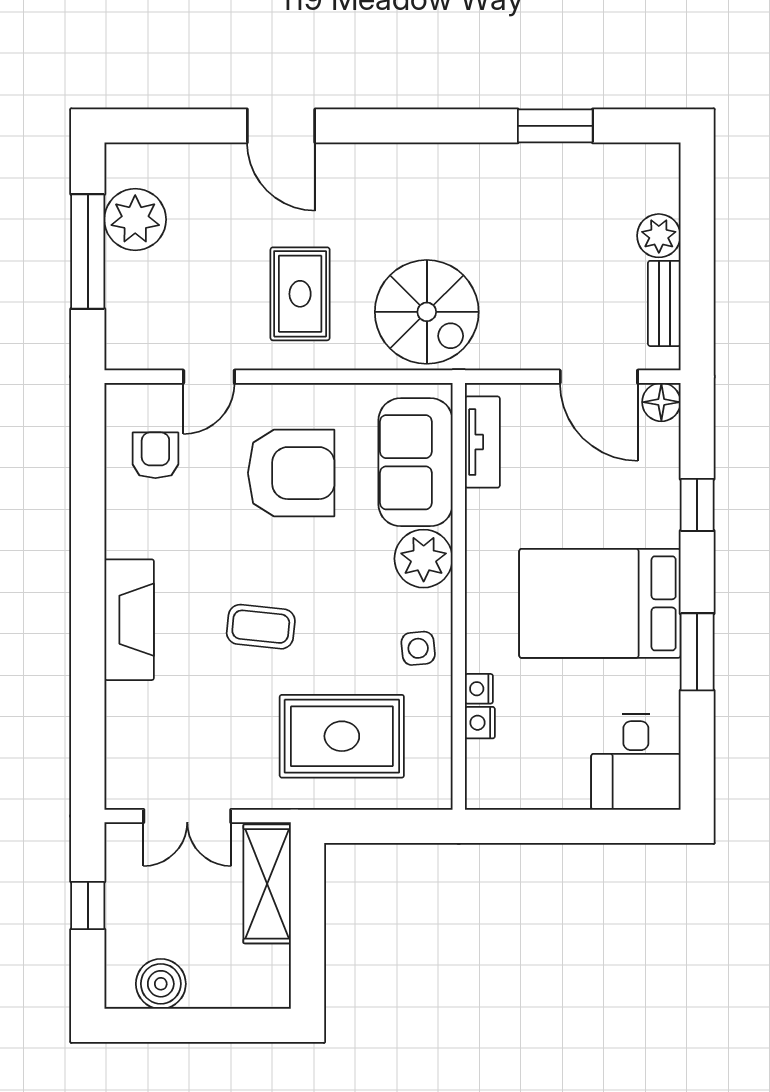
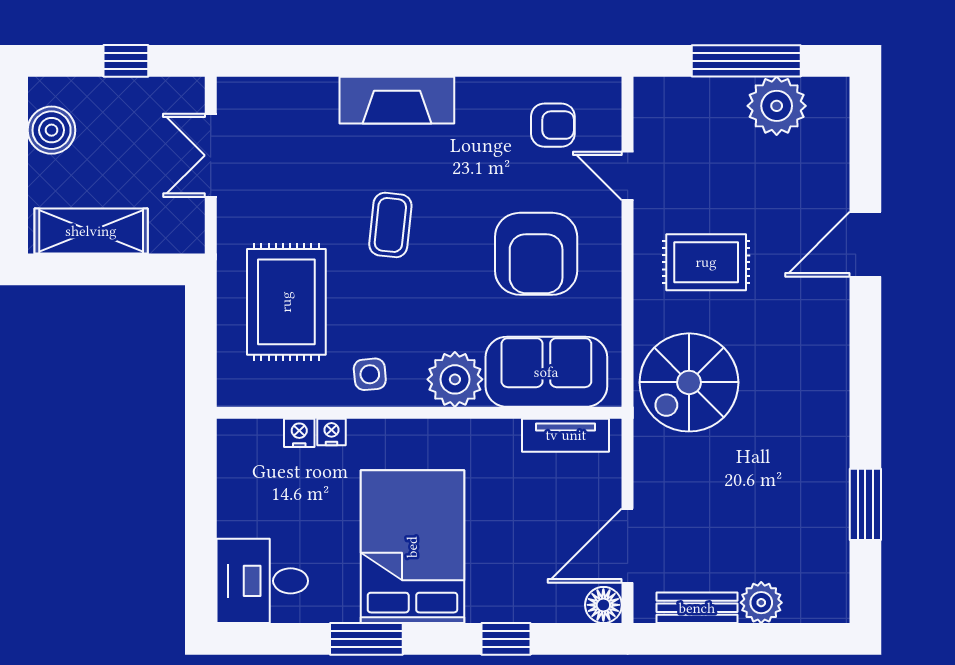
shelving: (267, 884) -> (91, 231), moved

